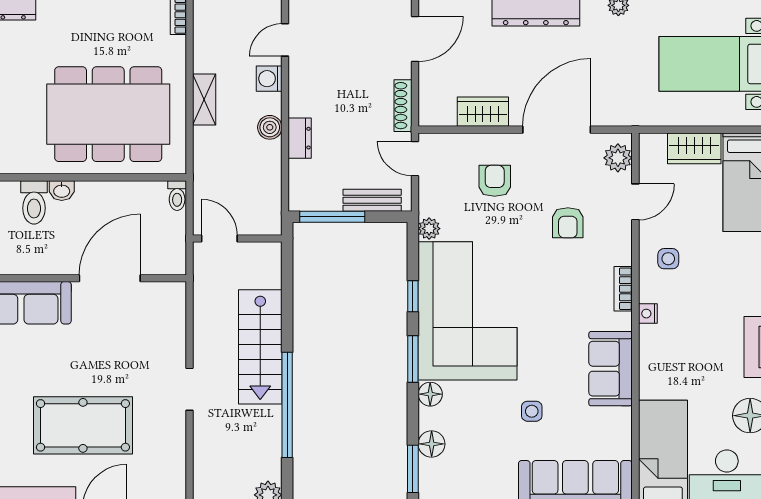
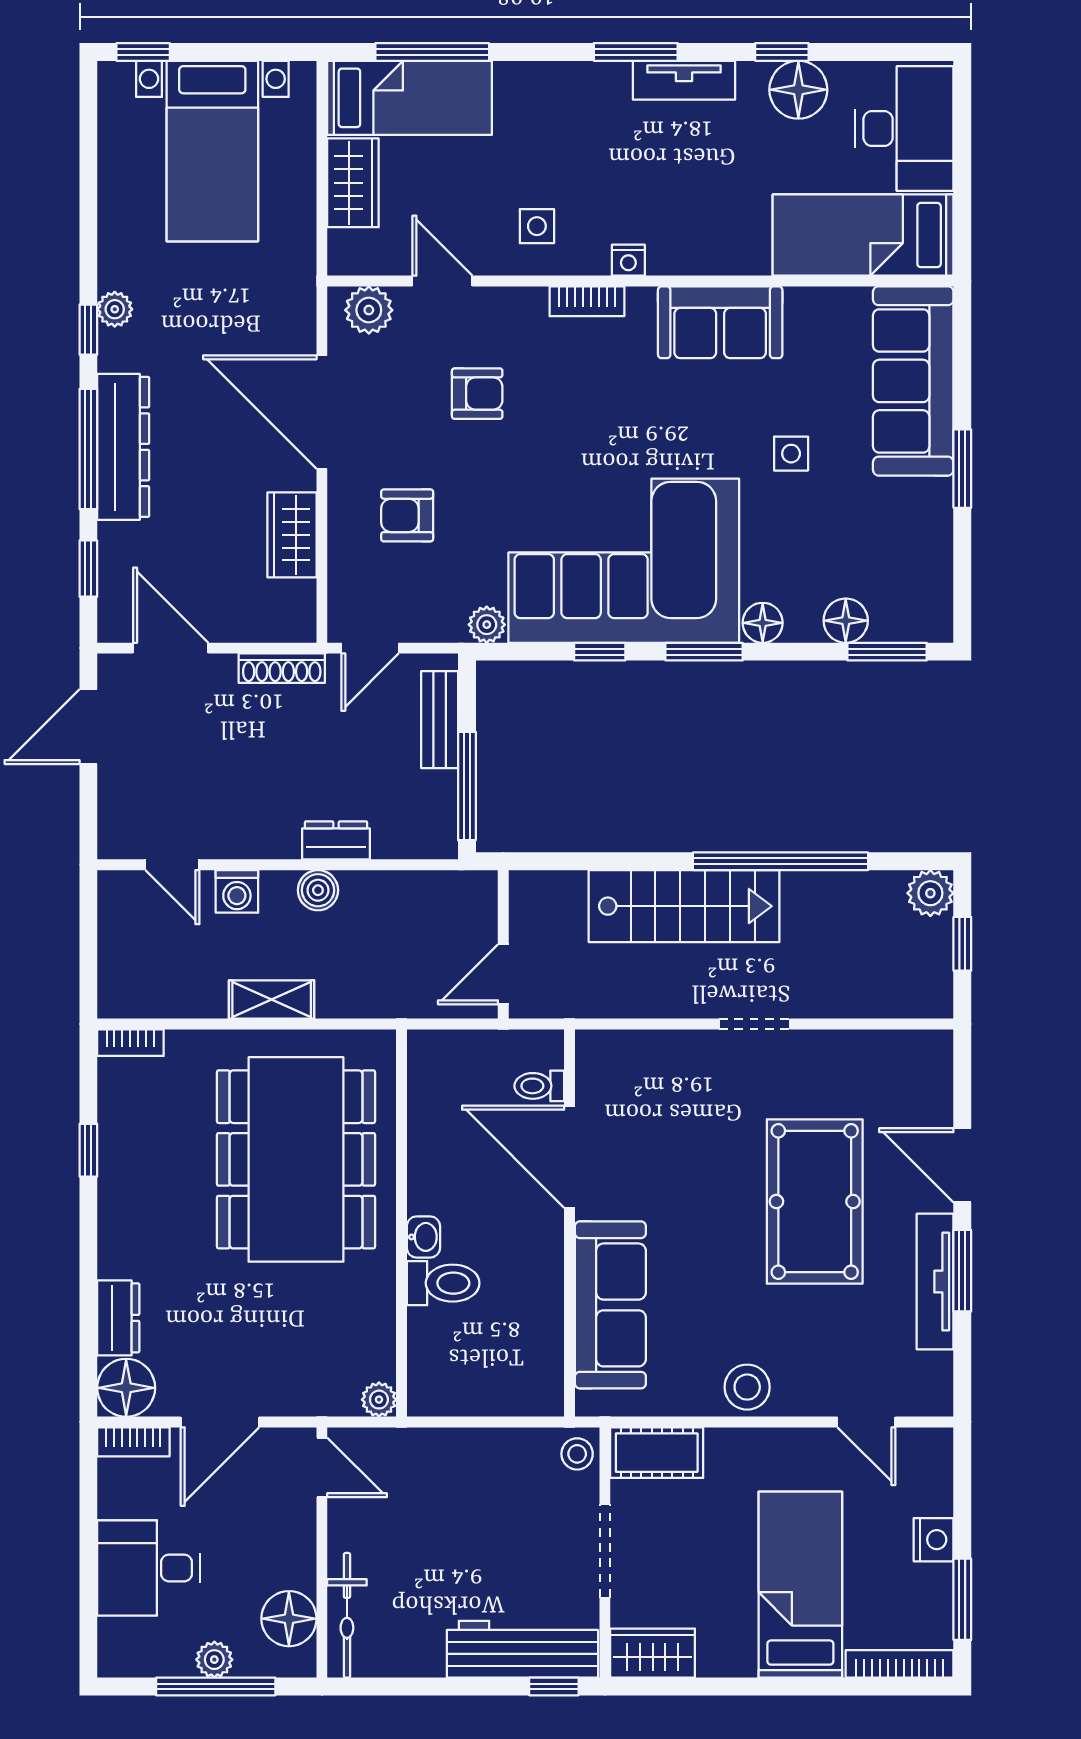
toilet: (177, 196) -> (539, 1086), moved, turned 180

